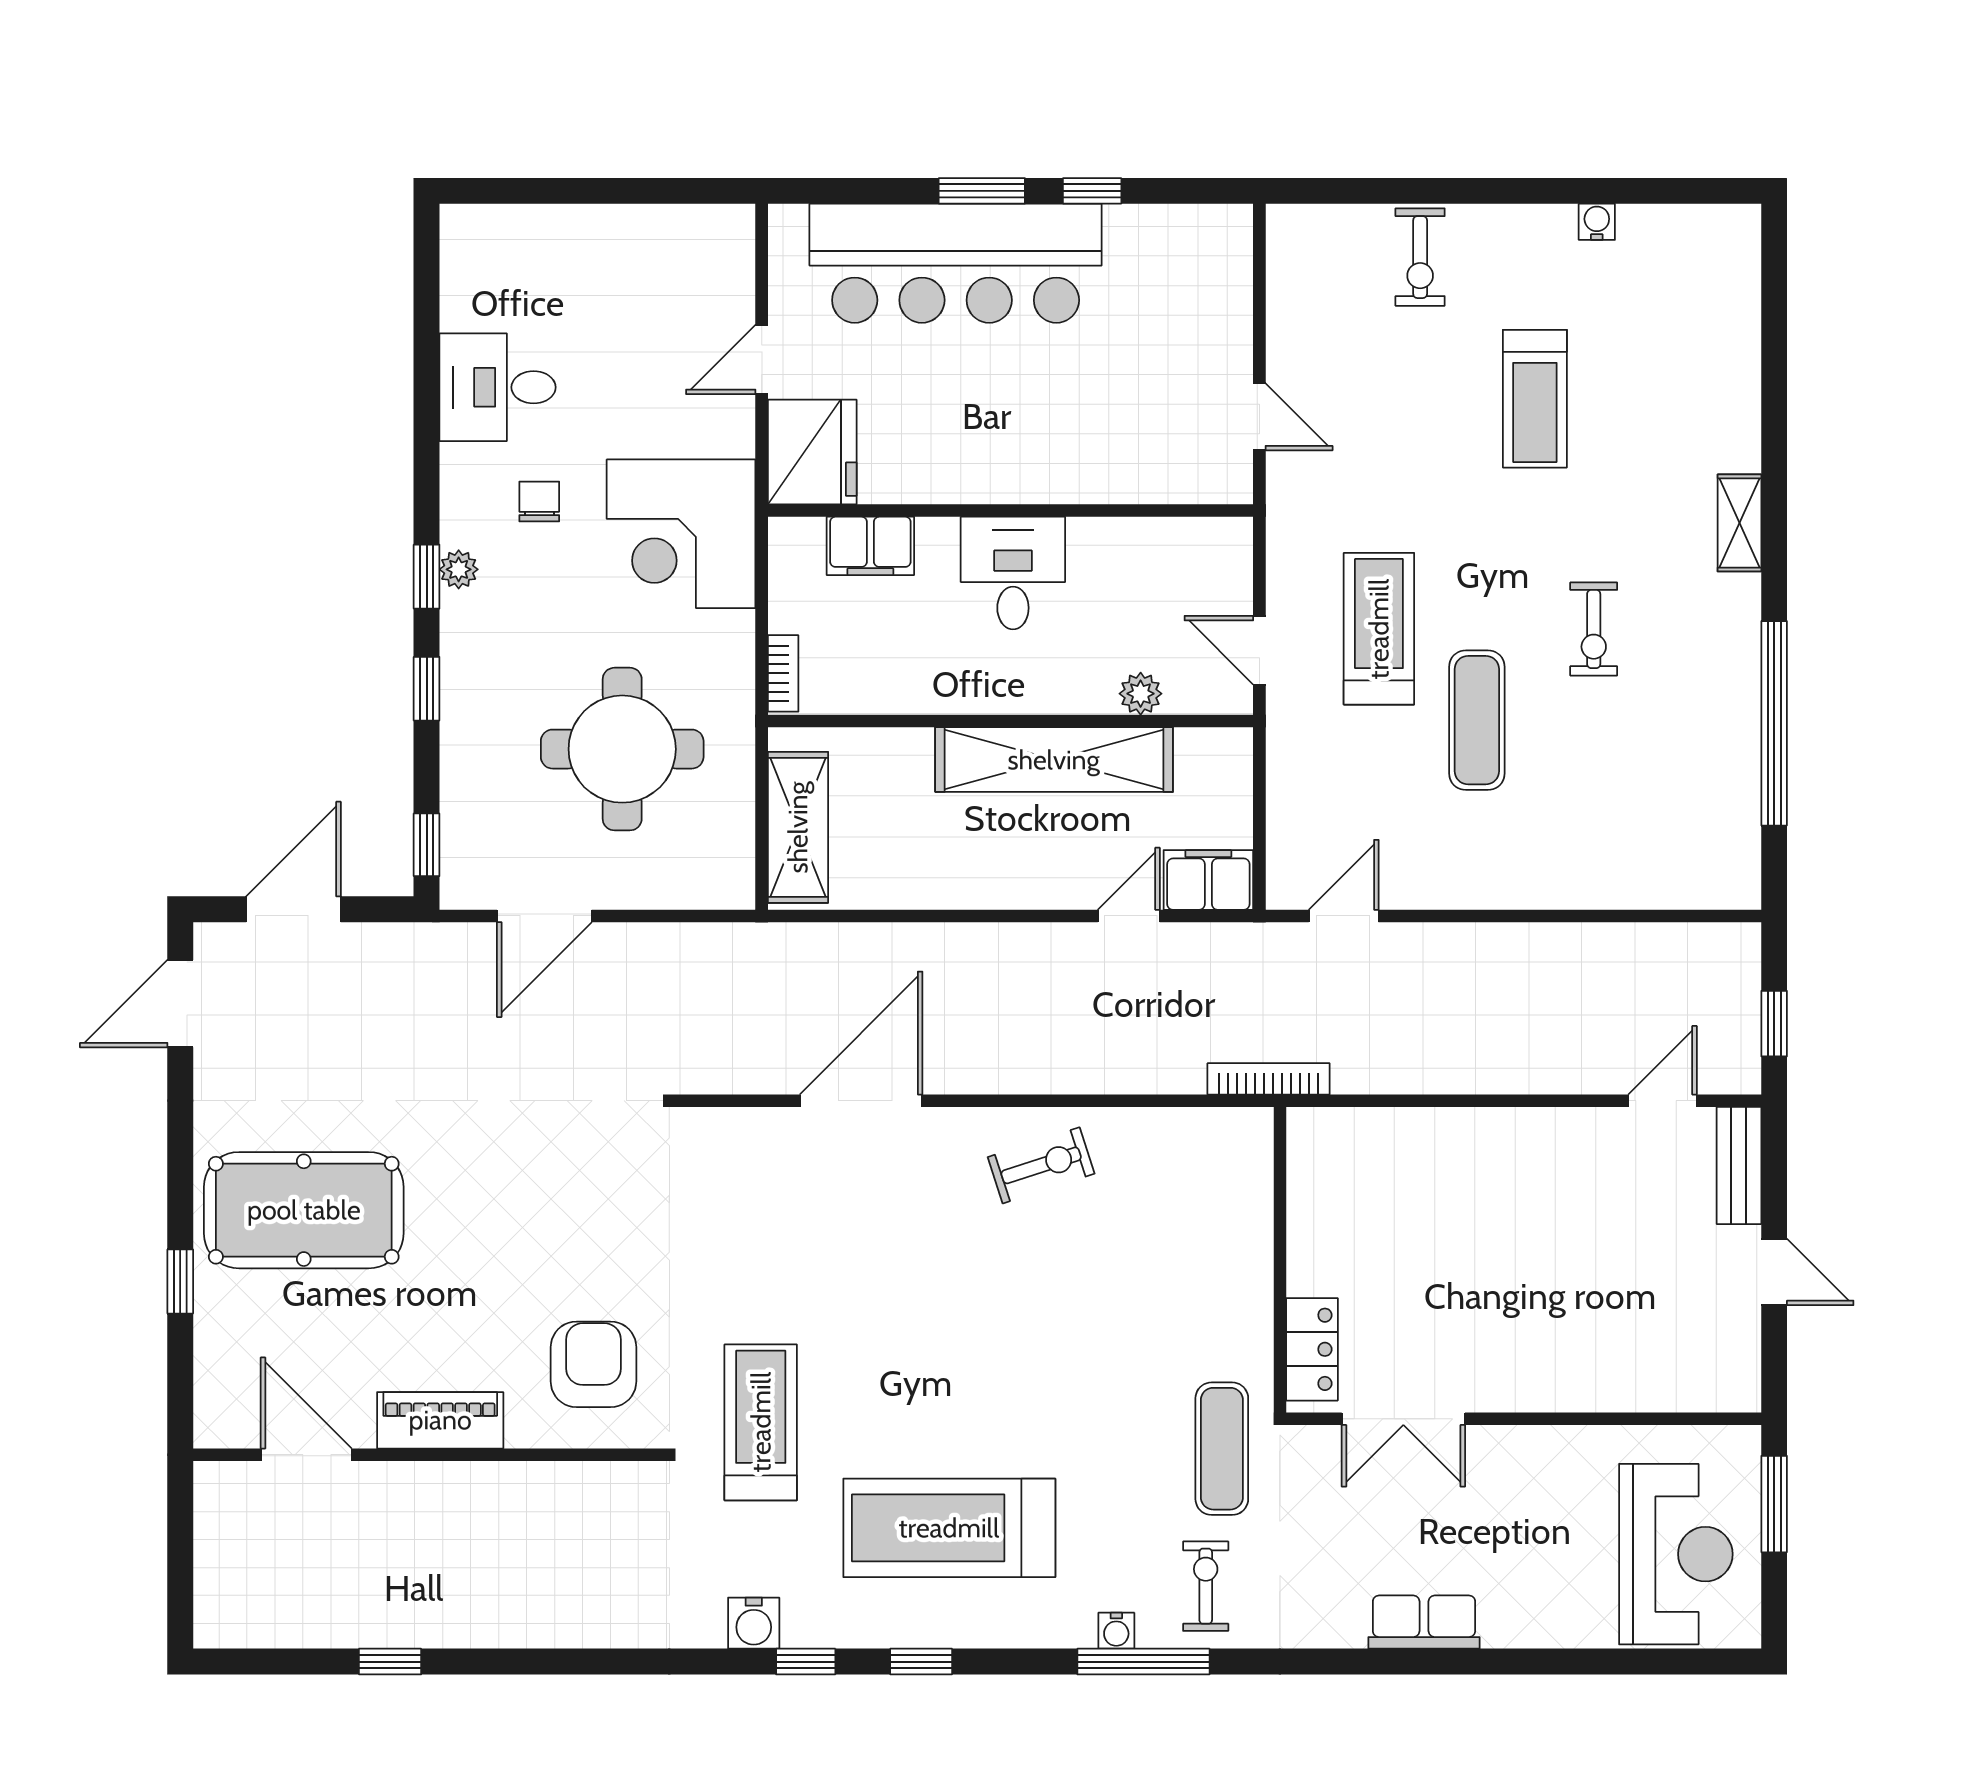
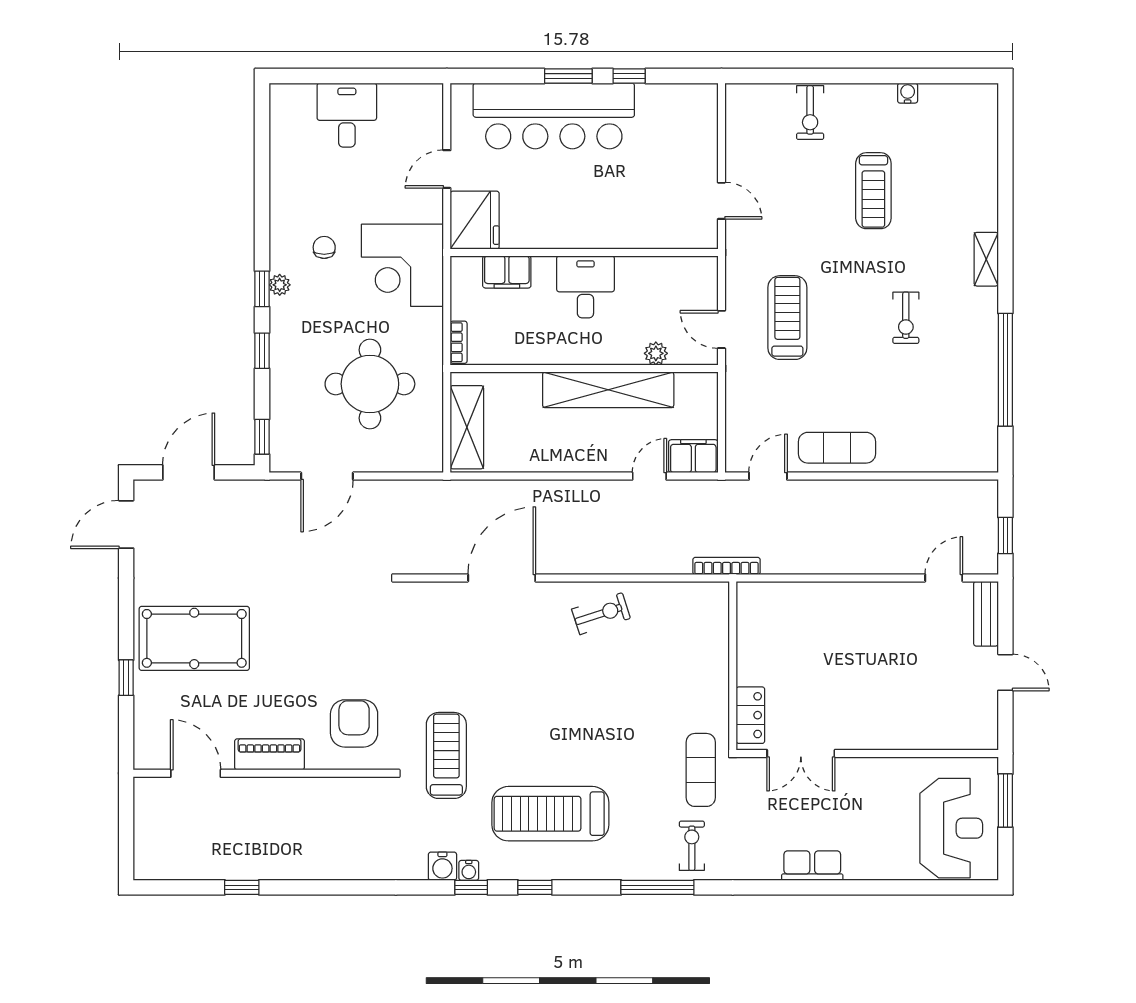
desk: (497, 387) -> (347, 115), moved, turned 90
exercise mat: (1477, 720) -> (837, 448), moved, turned 90
water cooler: (1116, 1631) -> (469, 870), moved

